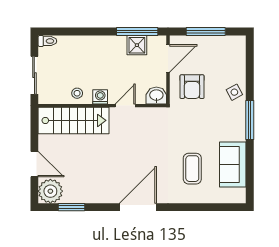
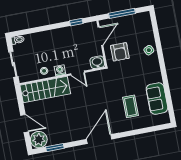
window: (137, 32) -> (76, 22), width x0.46
shower: (137, 45) -> (78, 31), removed
door: (125, 106) -> (78, 73), swing flipped
window: (250, 120) -> (163, 67), removed

